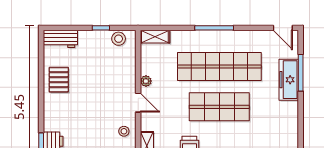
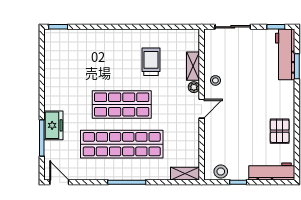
workbench: (60, 39) -> (272, 171), width x1.38
freezer: (289, 80) -> (53, 125), width x0.71
plant: (146, 81) -> (194, 87), moved
door: (138, 103) -> (202, 109), swing flipped

